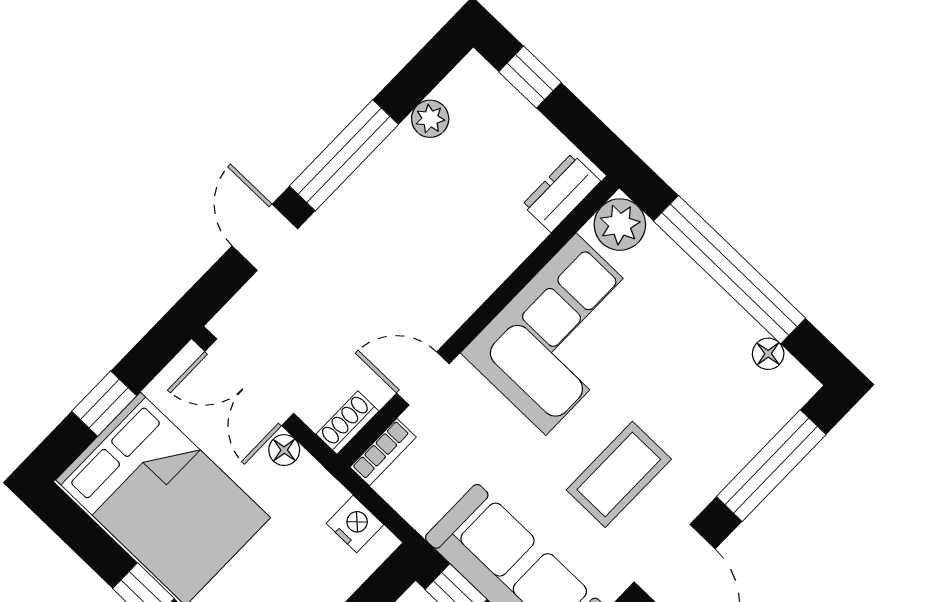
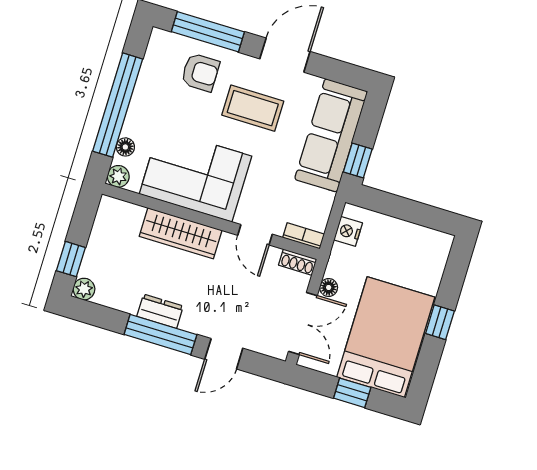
plant: (430, 119) -> (84, 289), moved
dresser: (561, 193) -> (160, 311), moved, turned 180
plant: (620, 225) -> (118, 176), width x0.73, depth x0.73
wardrobe: (483, 266) -> (181, 233), added
floor lamp: (768, 354) -> (125, 147), moved
armchair: (715, 422) -> (200, 72), added

